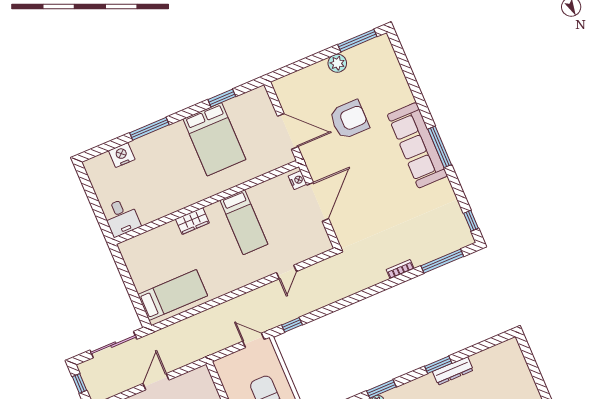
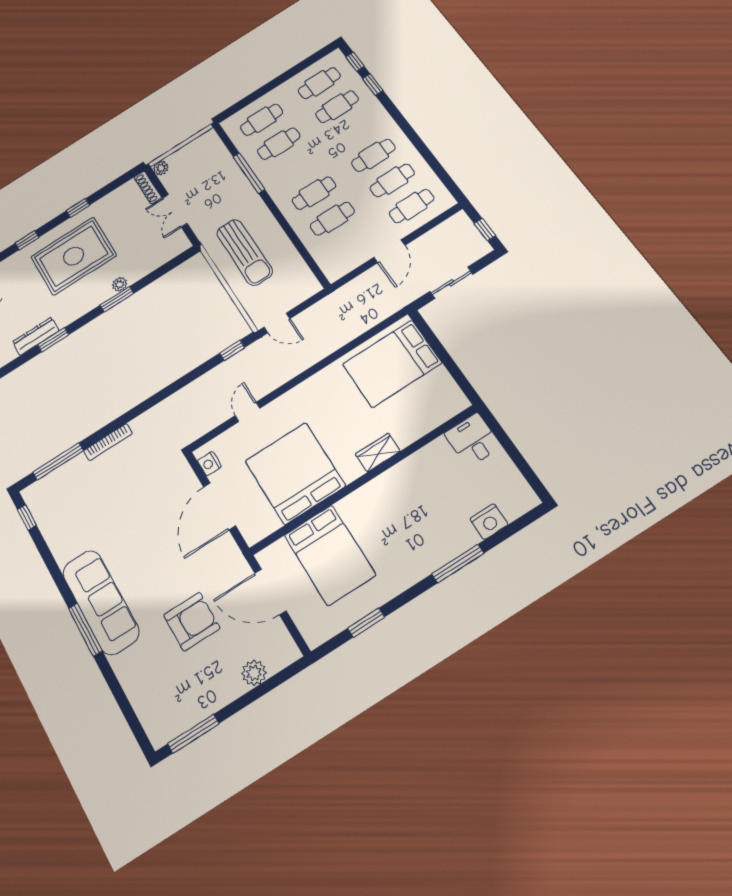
plant: (337, 63) -> (254, 673), moved
armchair: (349, 120) -> (192, 622), turned 180
bed: (214, 139) -> (330, 555), moved, turned 180
window: (440, 147) -> (85, 630), moved
nightstand: (297, 180) -> (209, 464), moved
bed: (244, 222) -> (295, 473), width x2.04
bookcase: (400, 269) -> (108, 442), width x1.56
bed: (173, 295) -> (392, 364), width x1.50
sliding door: (113, 345) -> (451, 283), width x0.73

